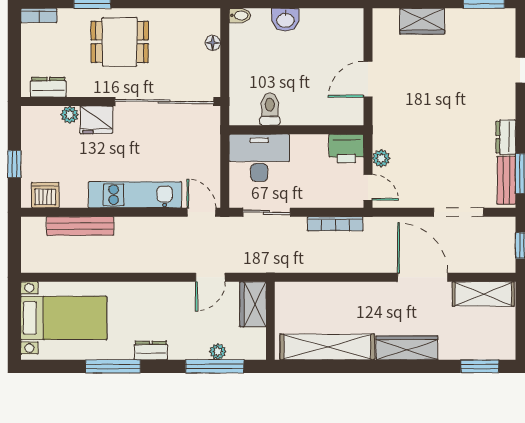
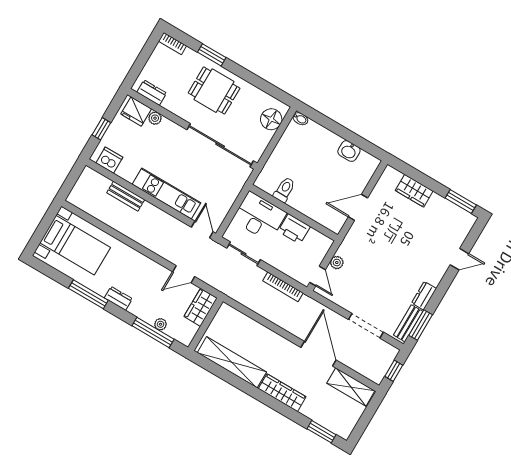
washbasin: (285, 20) -> (349, 151), moved
floor lamp: (213, 43) -> (271, 119), width x1.89, depth x1.89
fridge: (96, 120) -> (136, 111), moved
printer: (346, 148) -> (294, 229), moved
bench: (80, 226) -> (126, 196), width x0.73

